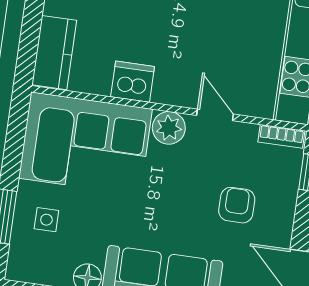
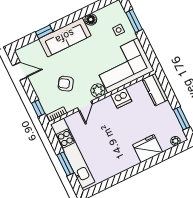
door: (215, 115) -> (85, 106), hinge flipped
armchair: (237, 205) -> (66, 84), moved, turned 124

